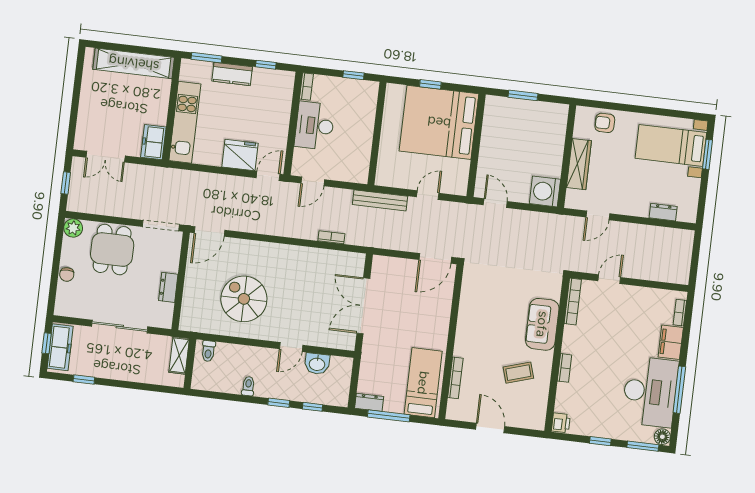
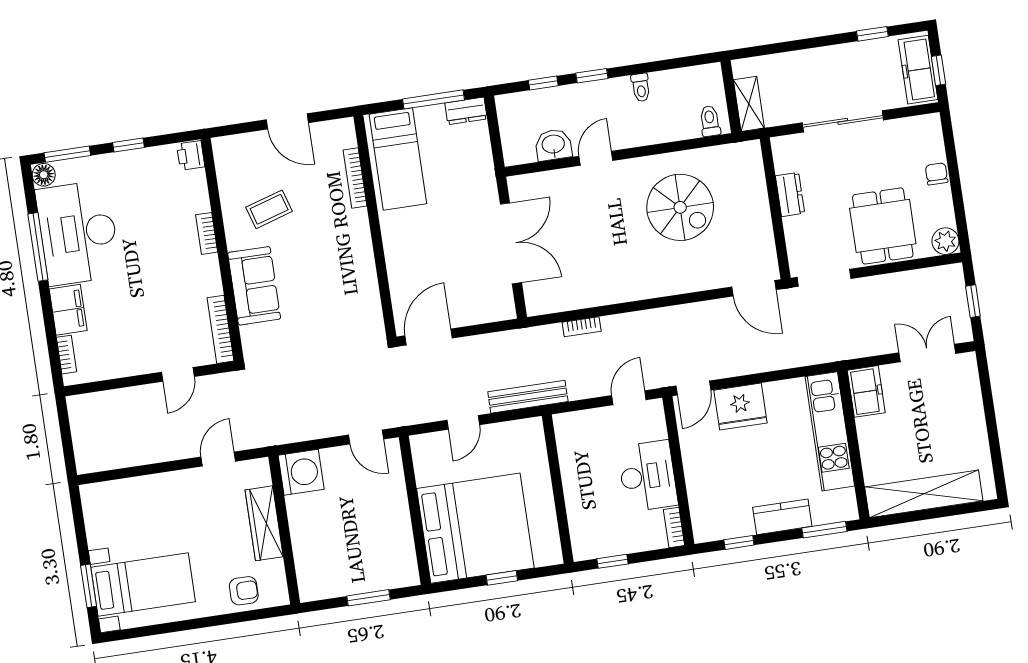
dresser: (663, 212) -> (128, 488), removed
door: (210, 231) -> (754, 288), swing flipped

